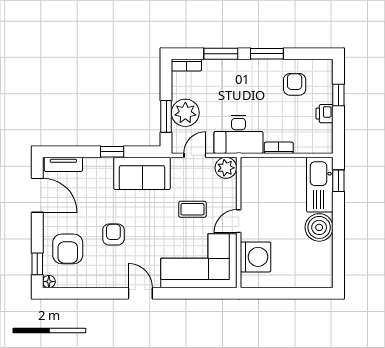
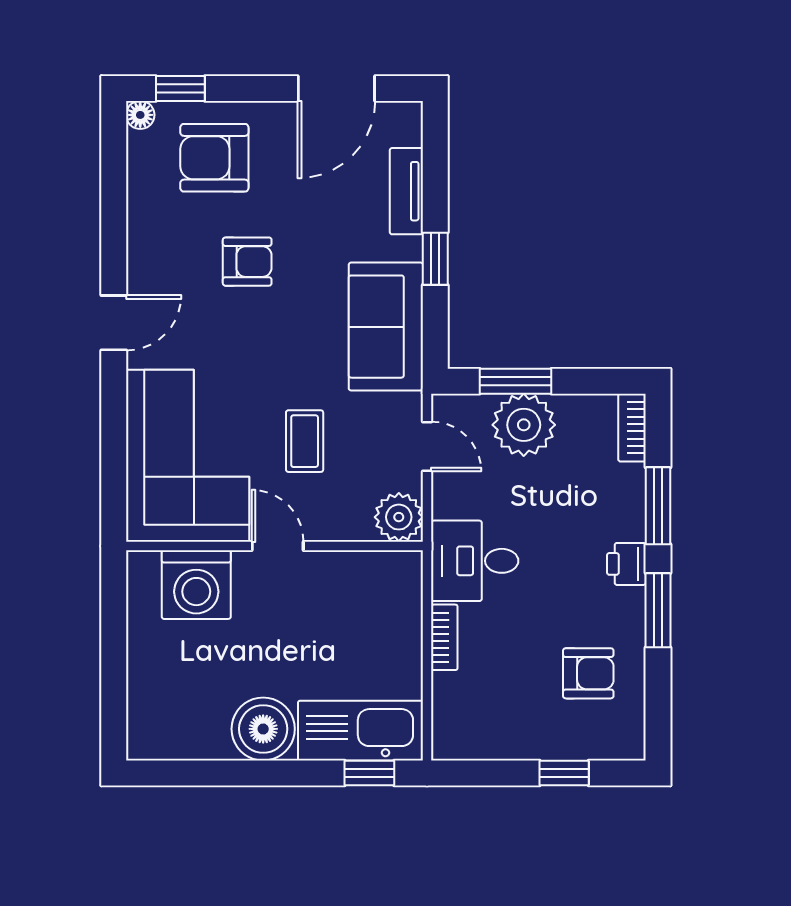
printer: (325, 114) -> (626, 564), moved, turned -90
desk: (238, 134) -> (475, 561), width x0.73
tv unit: (63, 164) -> (406, 191), moved

